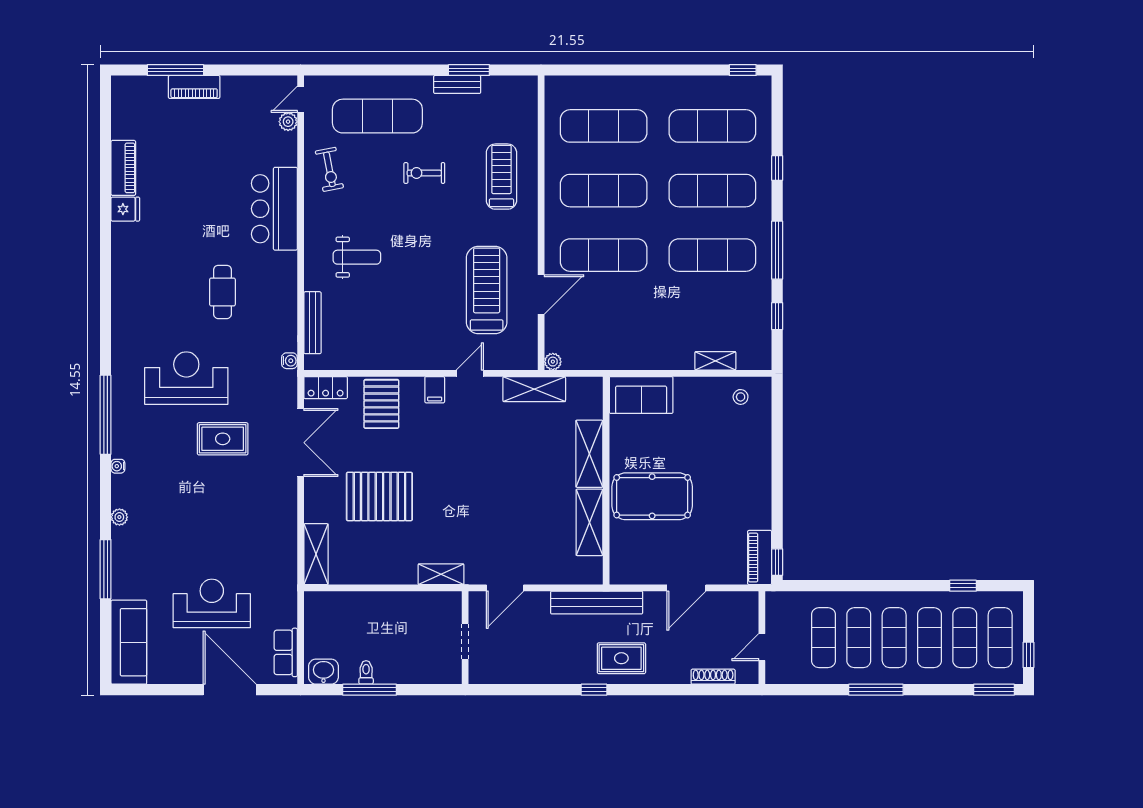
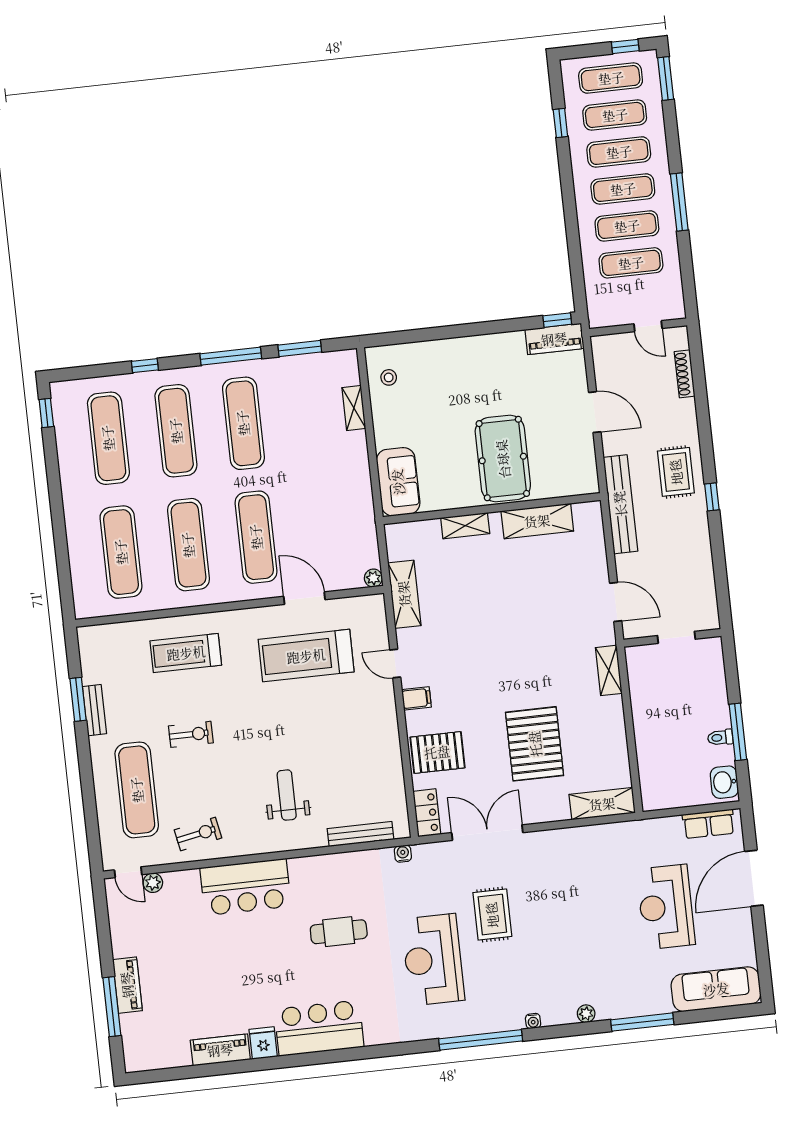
exercise bike: (424, 173) -> (191, 734), turned -90
bar counter: (134, 263) -> (319, 1028), added
window: (777, 316) -> (300, 348), width x1.50
shelving: (589, 454) -> (465, 526), width x0.67, depth x0.75

